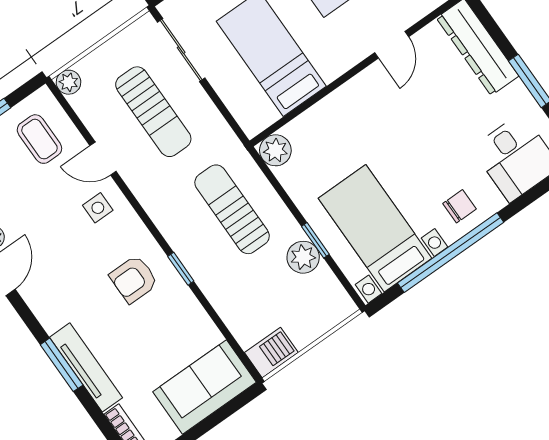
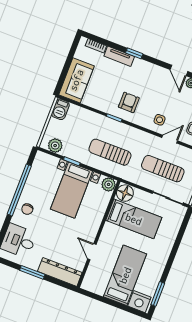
floor lamp: (255, 113) -> (125, 193), added
sun lounger: (232, 209) -> (110, 152), turned 180
bed with nightstands: (375, 228) -> (72, 190), moved, turned 90
plant: (303, 257) -> (55, 146), moved
window: (62, 365) -> (134, 53), width x0.67
tv unit: (86, 367) -> (119, 56), width x0.71

